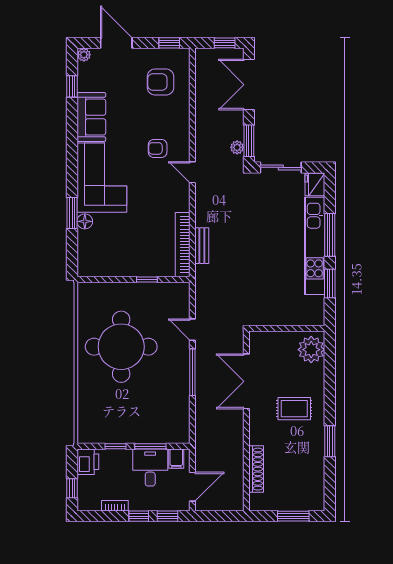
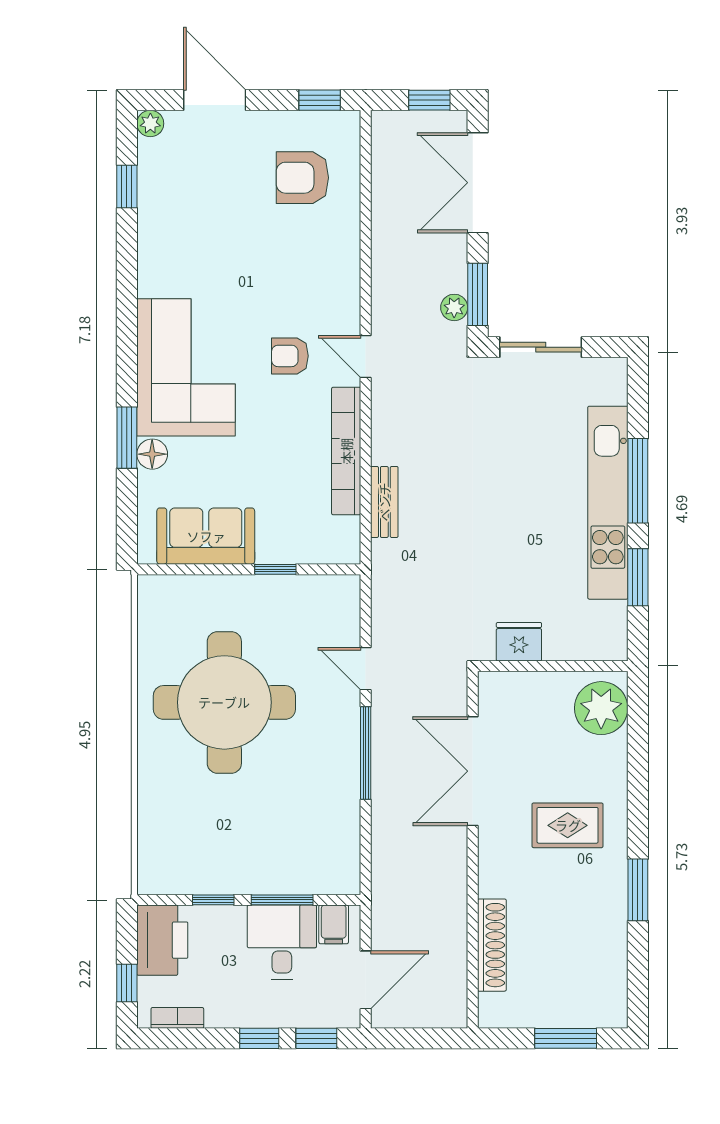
sofa: (91, 117) -> (206, 536), moved, turned -90
armchair: (158, 148) -> (290, 356), moved
fridge: (315, 184) -> (519, 642), moved, turned 90
bookcase: (183, 245) -> (346, 451), moved
printer: (88, 462) -> (162, 940), width x1.37, depth x1.19
bookcase: (115, 506) -> (177, 1018), moved

